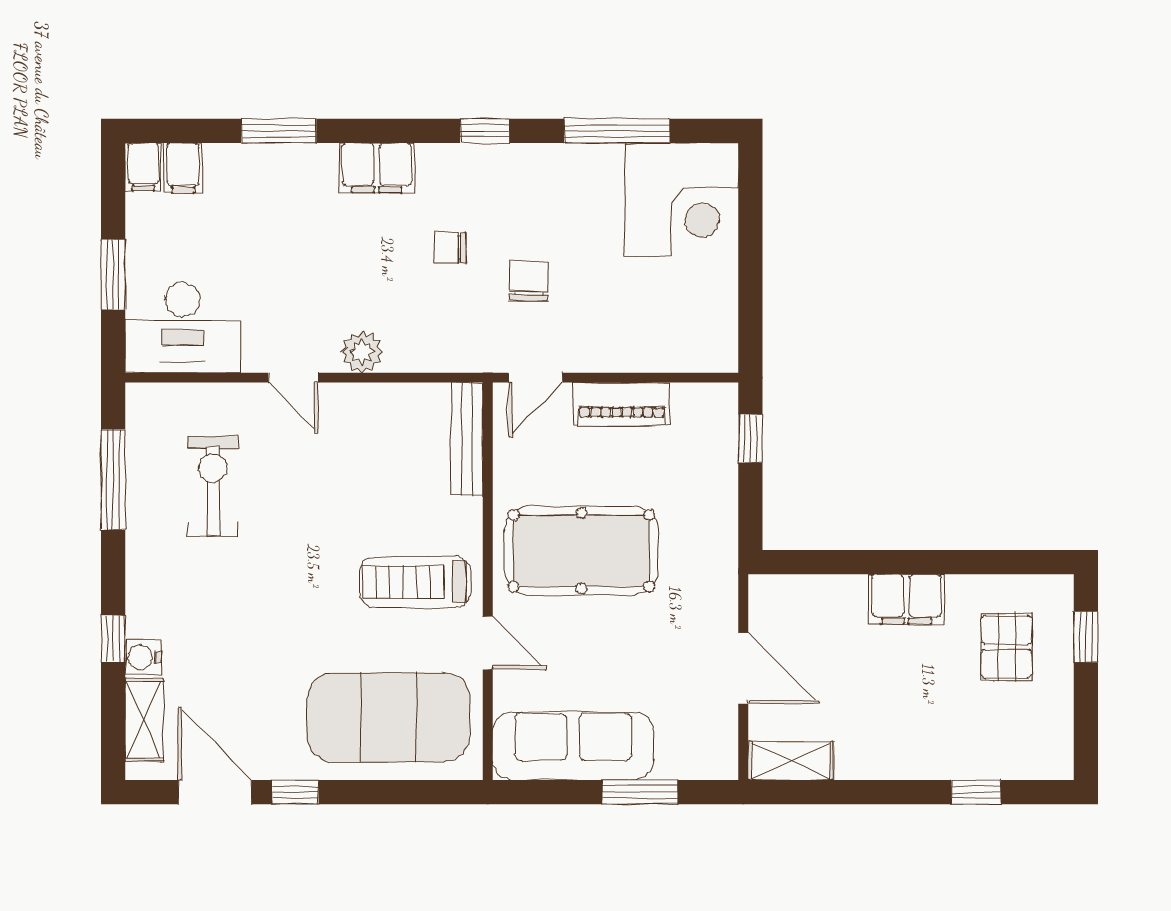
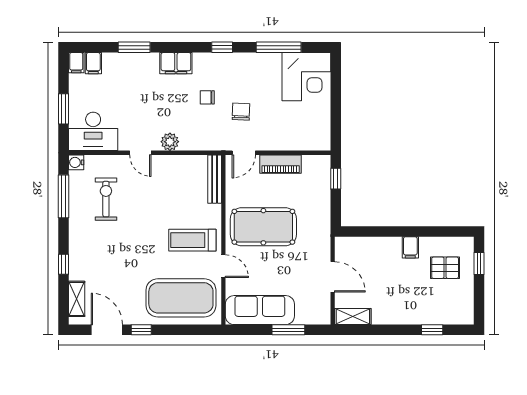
filing cabinet: (906, 599) -> (410, 247), width x0.50
pallet: (1007, 647) -> (445, 268), turned 90
water cooler: (143, 657) -> (76, 162), moved

